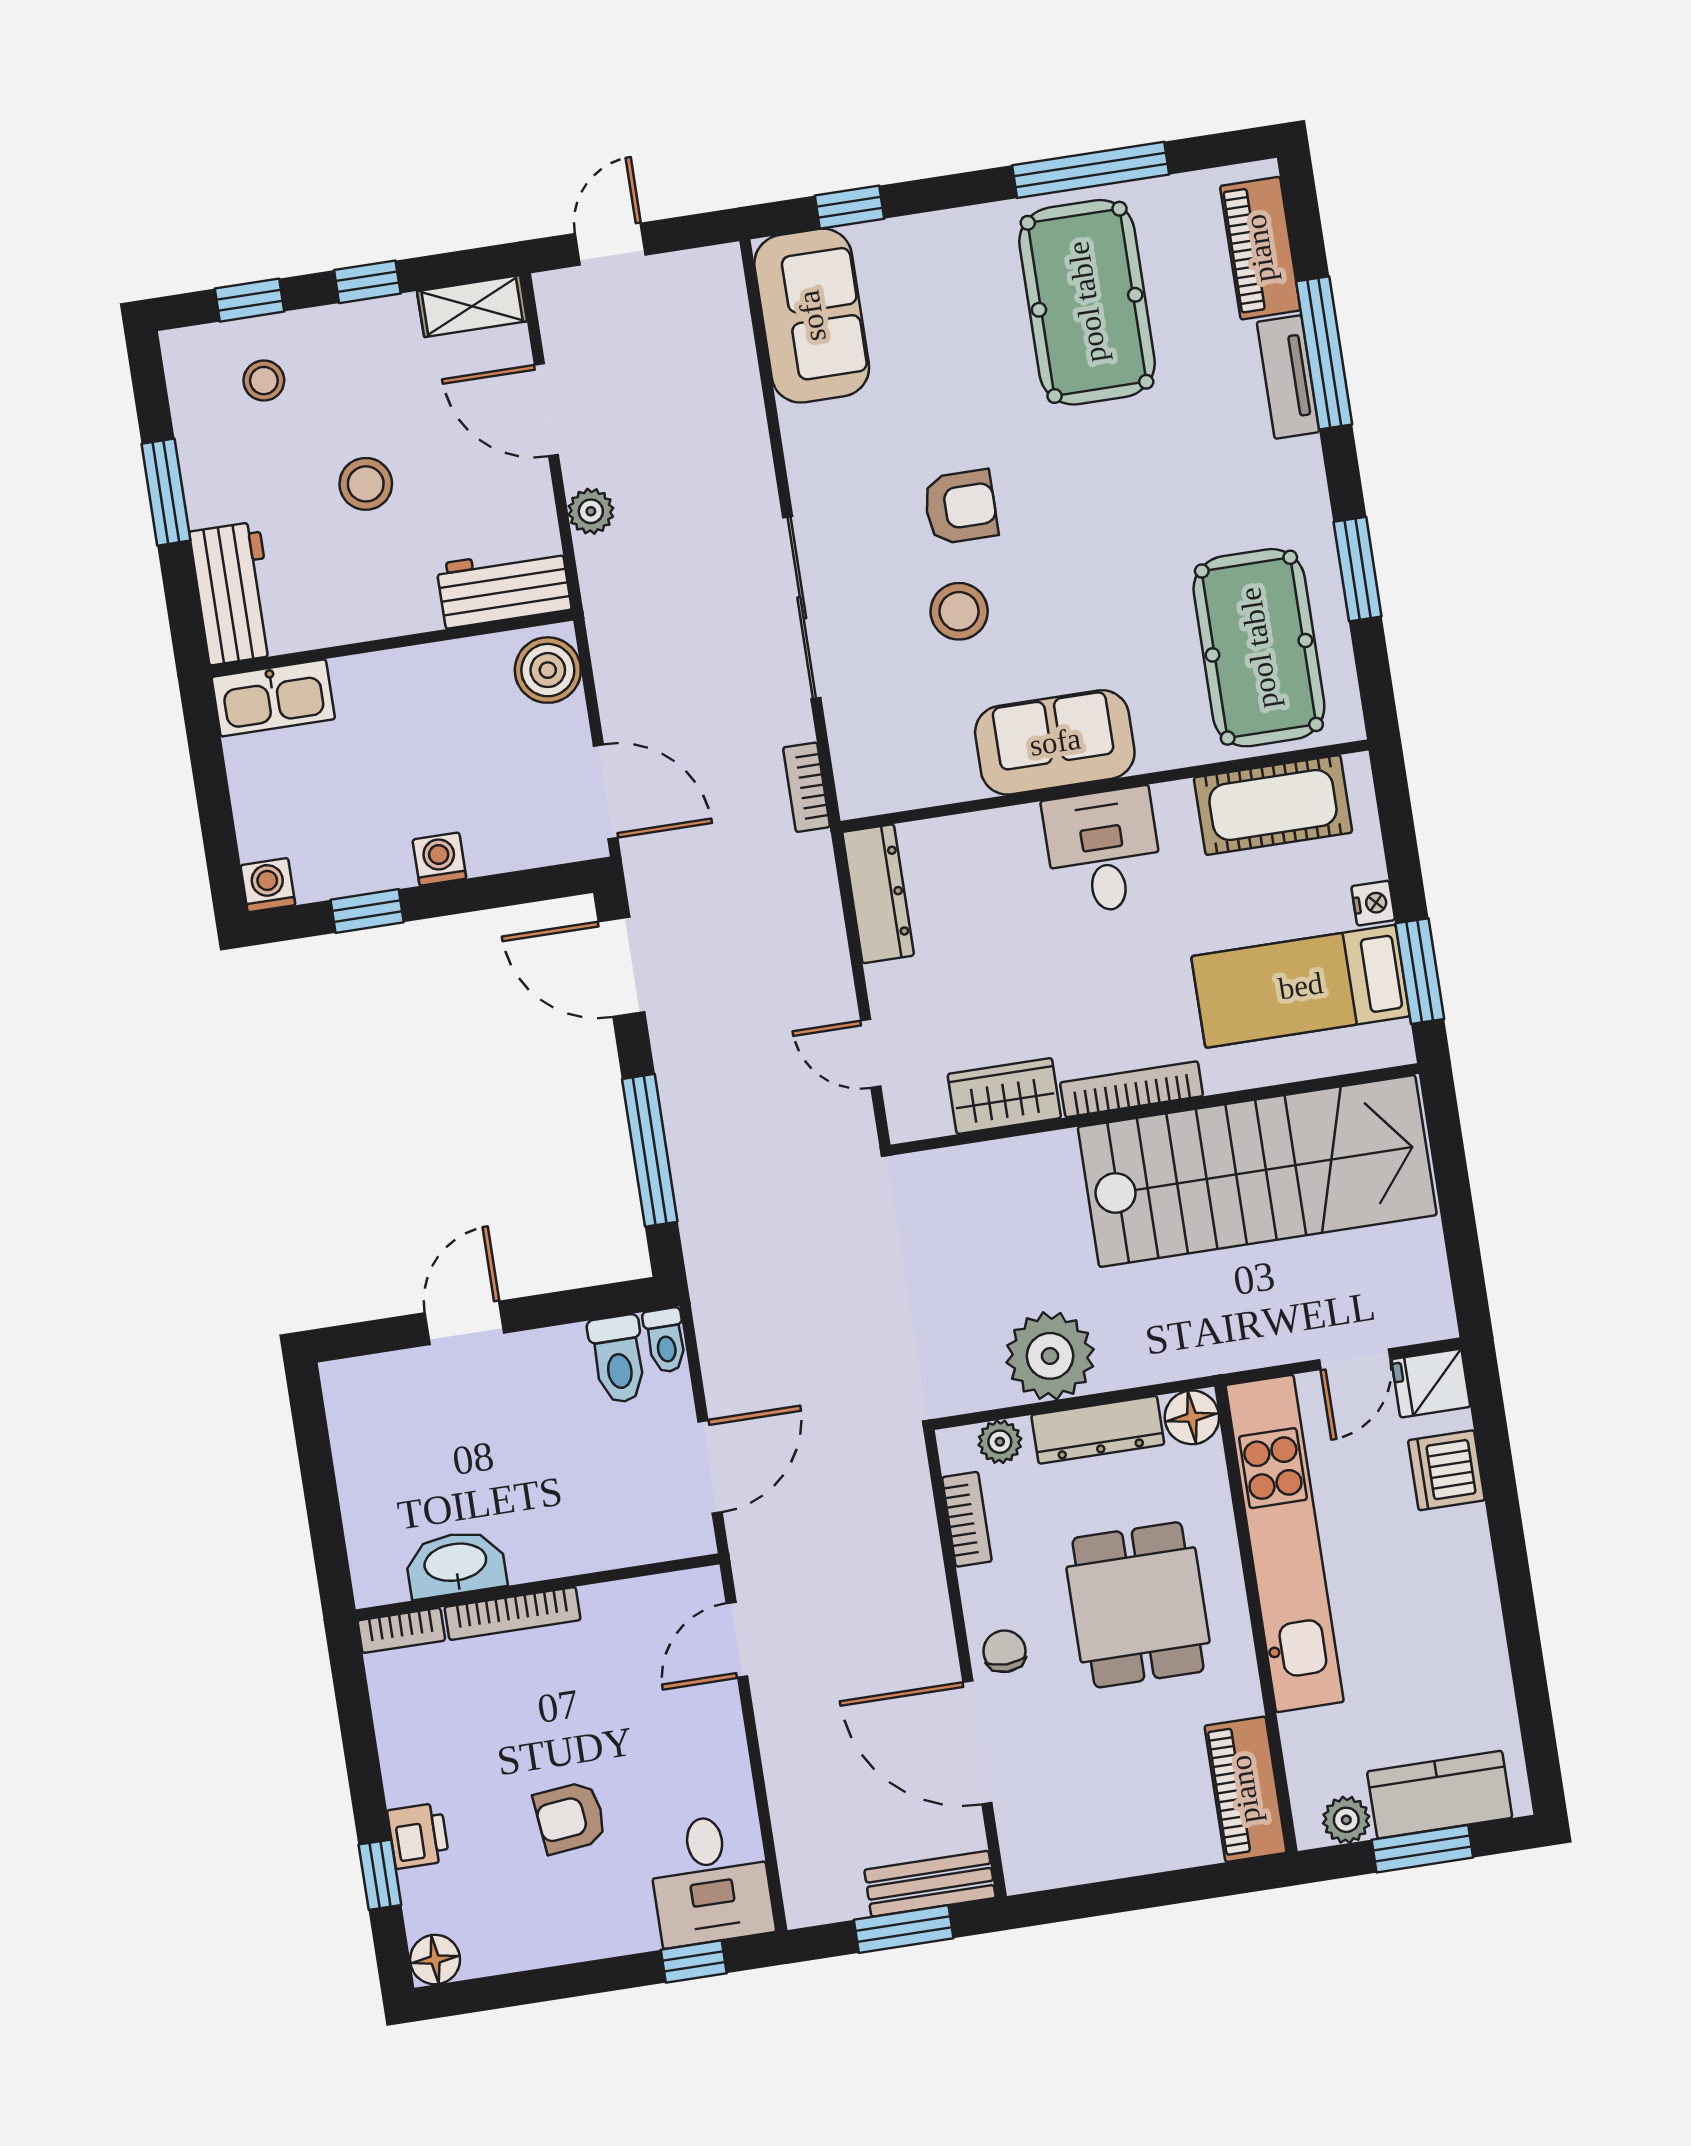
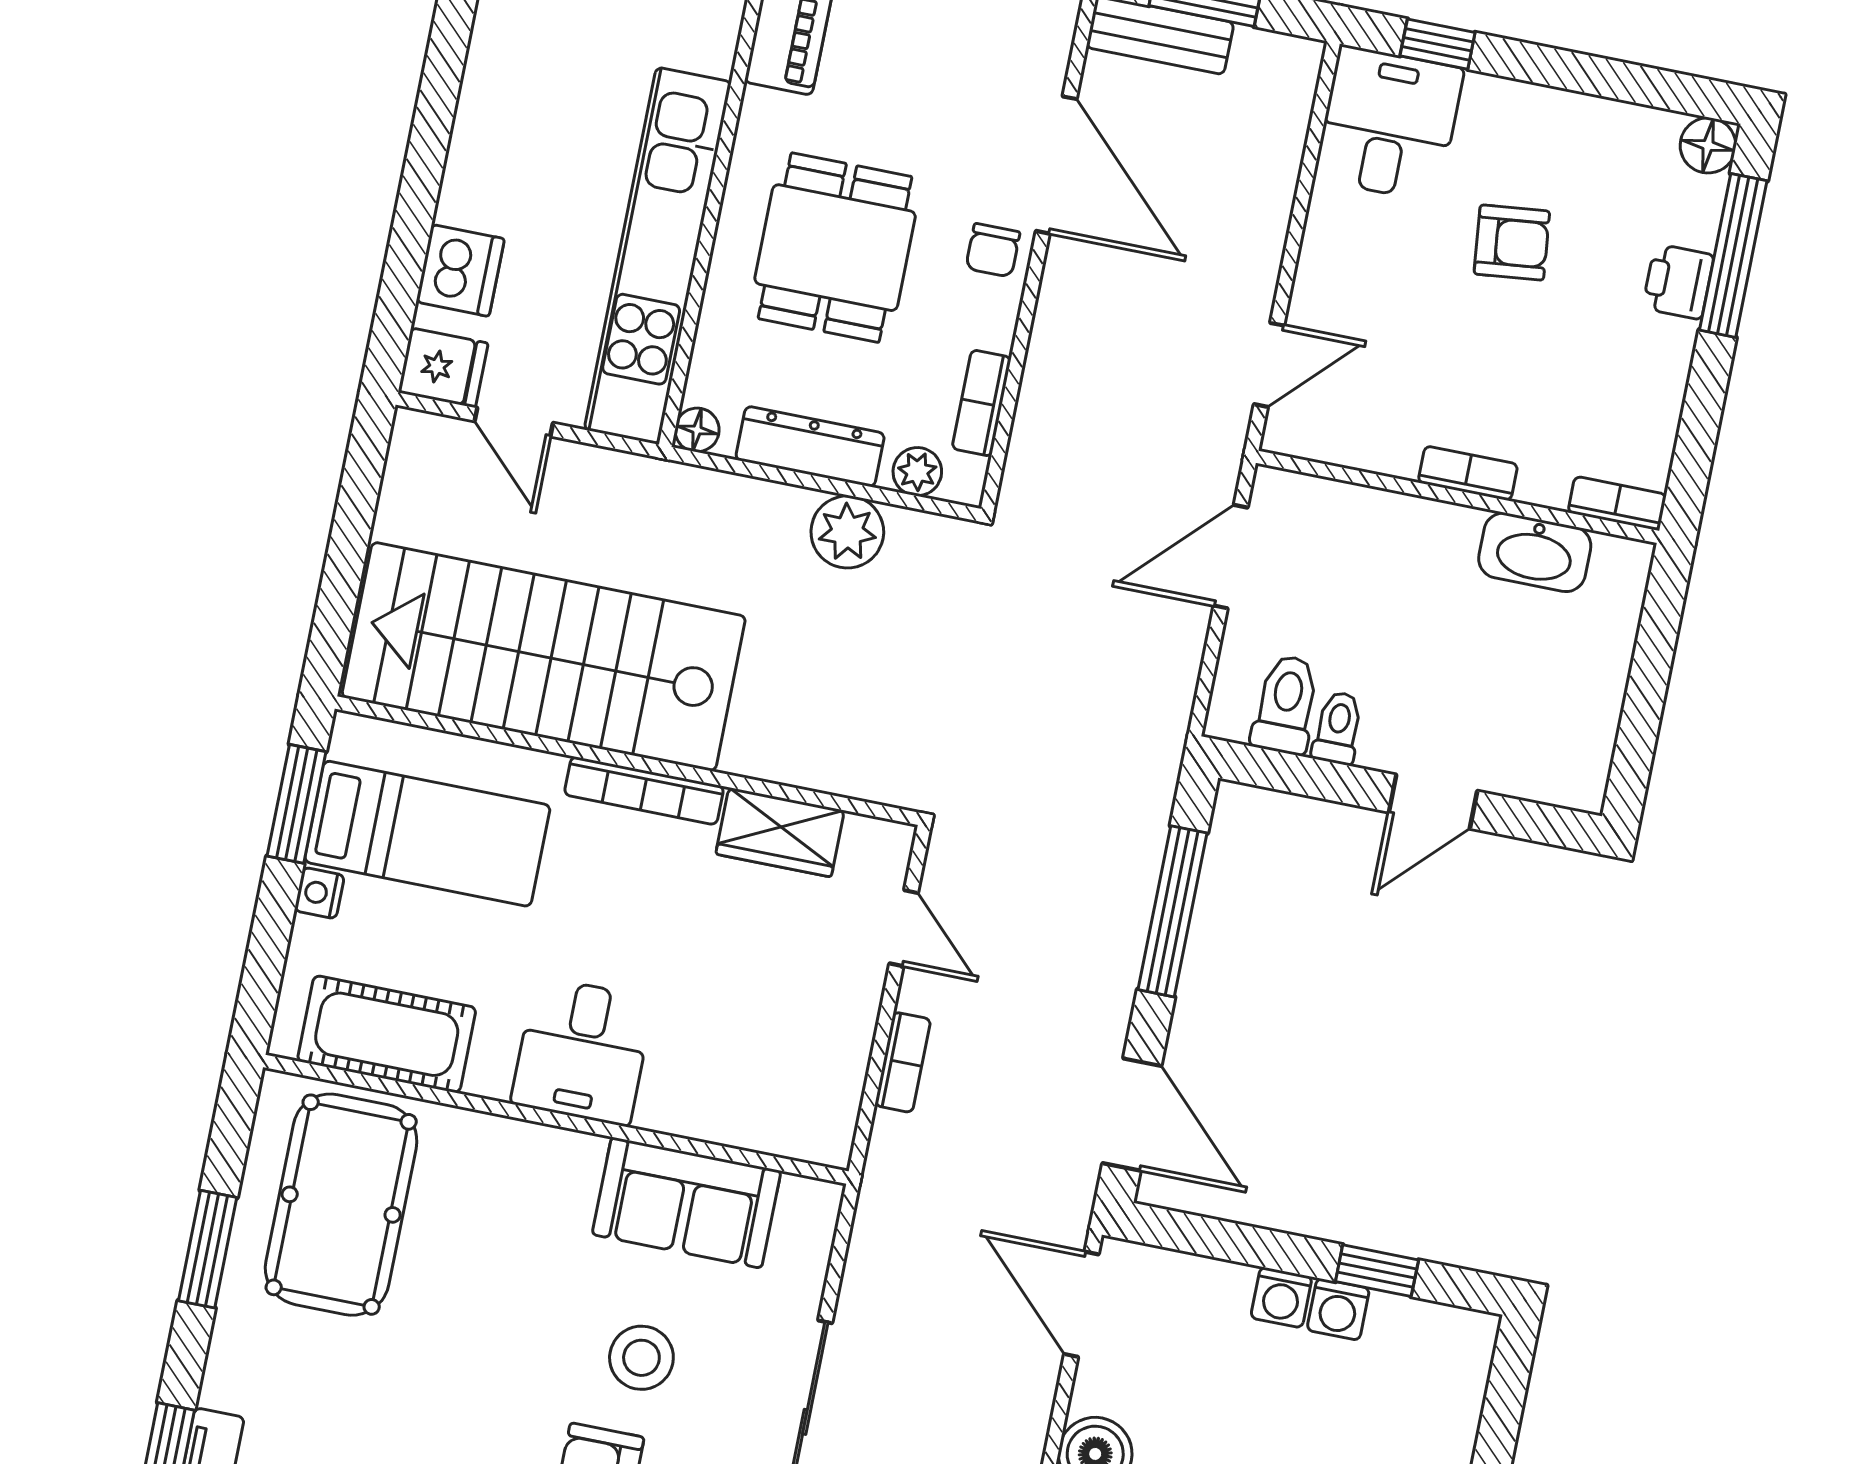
sofa: (1055, 742) -> (687, 1203), moved
bookcase: (807, 787) -> (903, 1062), moved
washing machine: (268, 885) -> (1338, 1309), moved
dresser: (878, 894) -> (835, 1093), removed
toilet: (665, 1340) -> (1338, 728), moved
plant: (1050, 1356) -> (847, 532), width x0.73, depth x0.73
door: (1355, 1359) -> (514, 422), swing flipped
floor lamp: (1192, 1417) -> (697, 430), width x0.73, depth x0.73
bookcase: (513, 1613) -> (1468, 473), width x0.64
window: (380, 1875) -> (1733, 255), width x2.17

